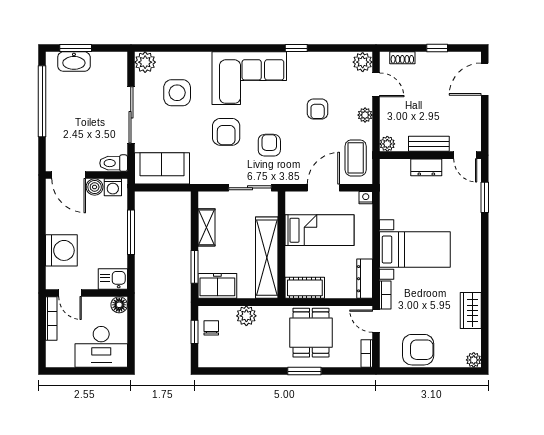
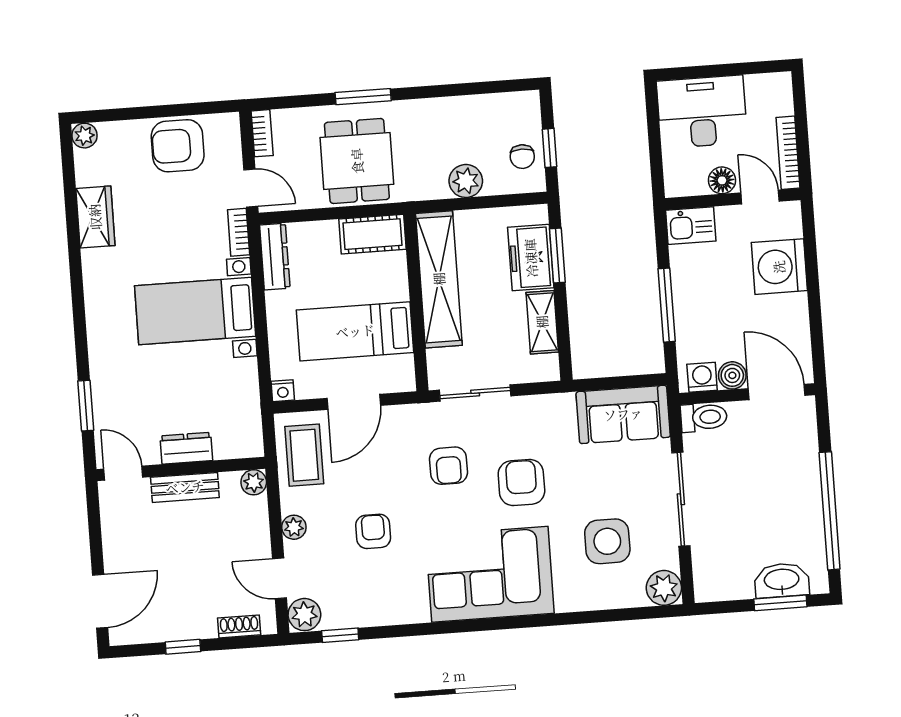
window: (296, 48) -> (340, 635), moved
freezer: (217, 286) -> (531, 258), moved, turned 90
floor lamp: (119, 305) -> (722, 180), moved

